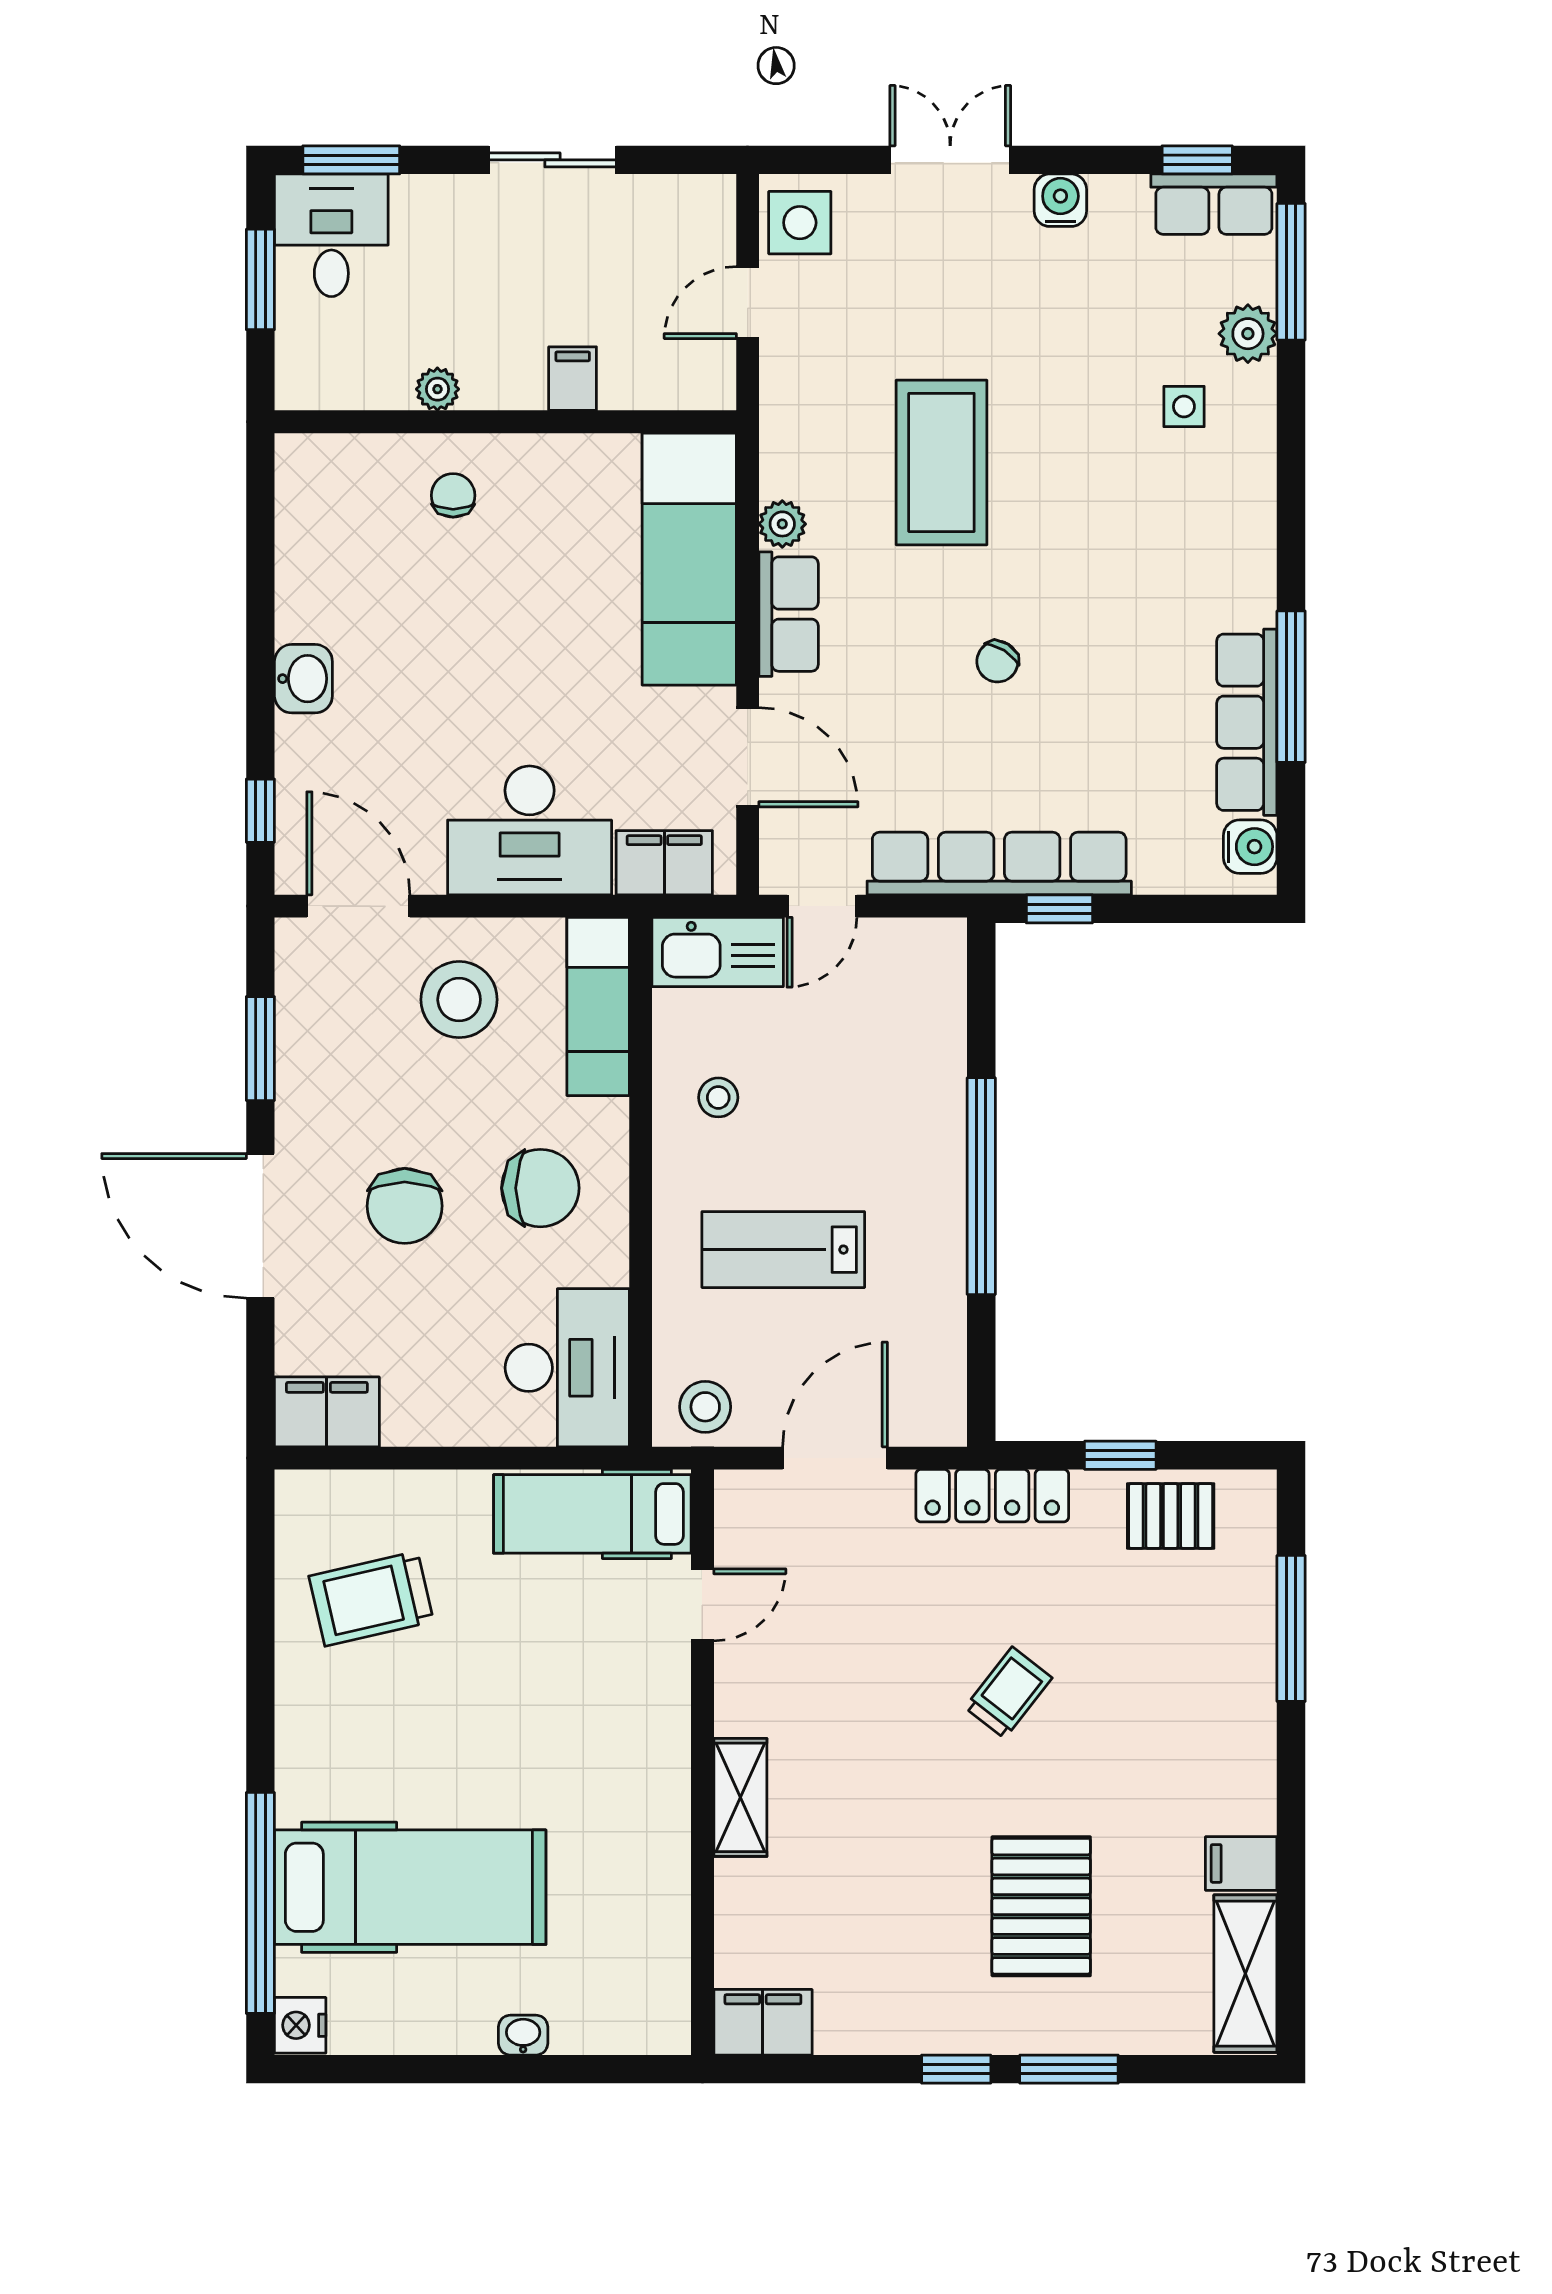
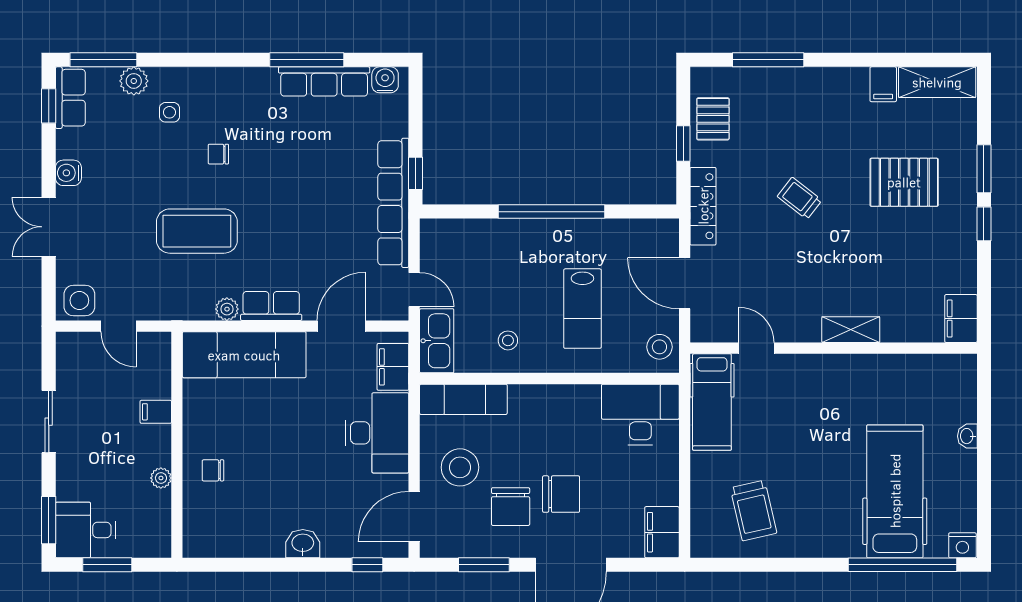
chair: (997, 662) -> (218, 154), moved, turned 148
chair: (540, 1188) -> (511, 507), moved, turned 180

